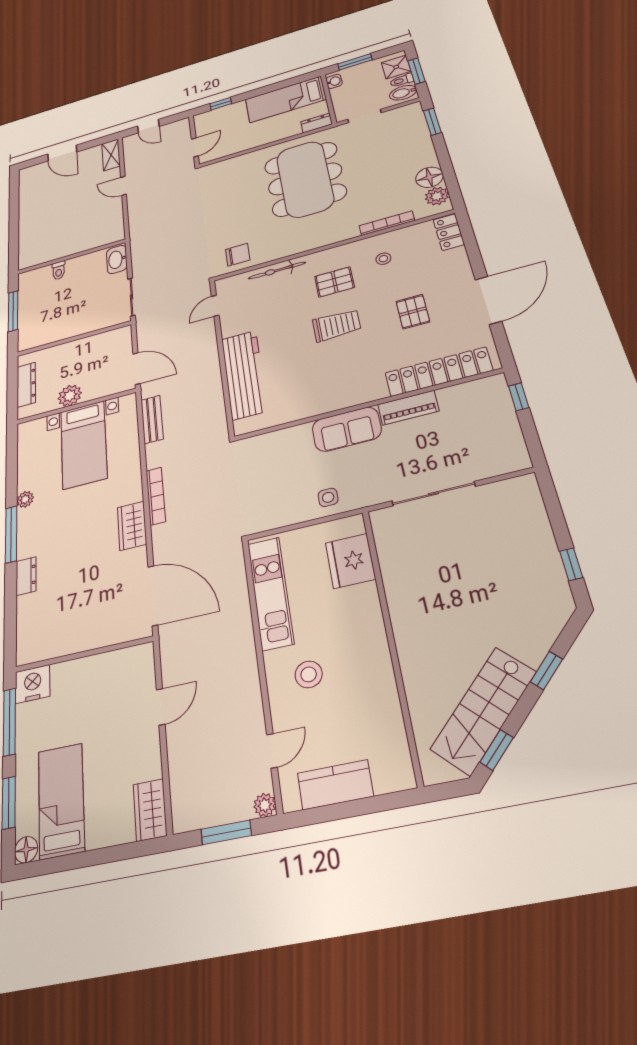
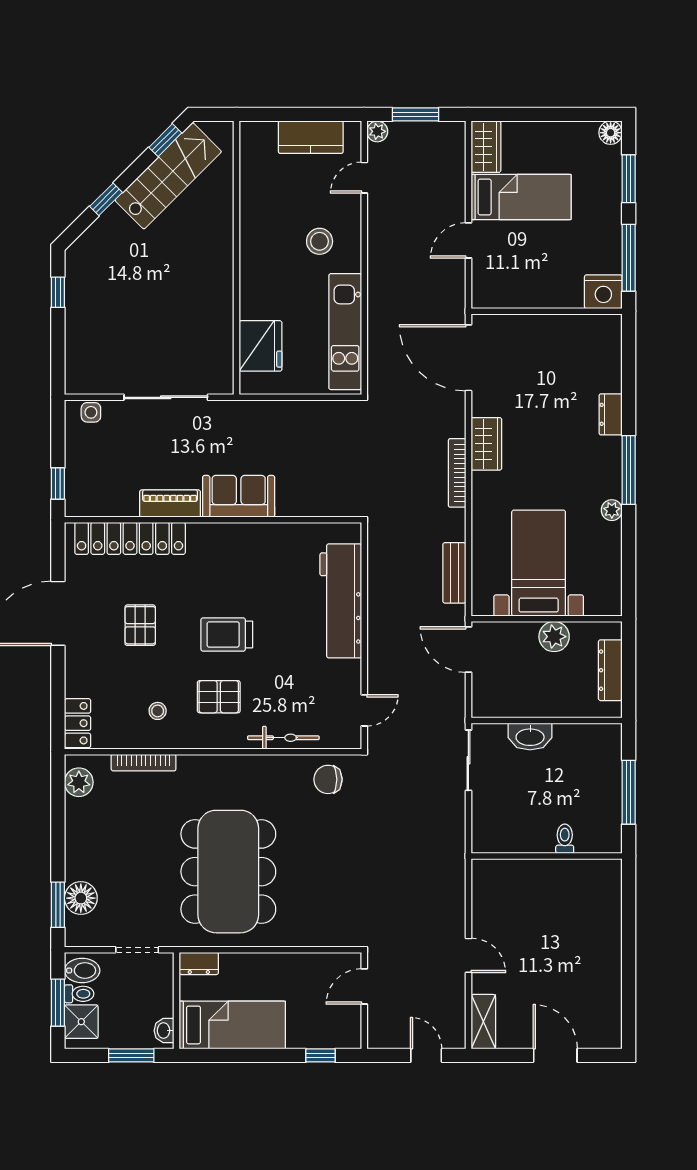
floor lamp: (429, 177) -> (81, 898), moved
washbasin: (117, 259) -> (530, 736), moved, turned 90
side table: (328, 497) -> (91, 412), moved
bed: (61, 800) -> (521, 197), moved, turned -90

